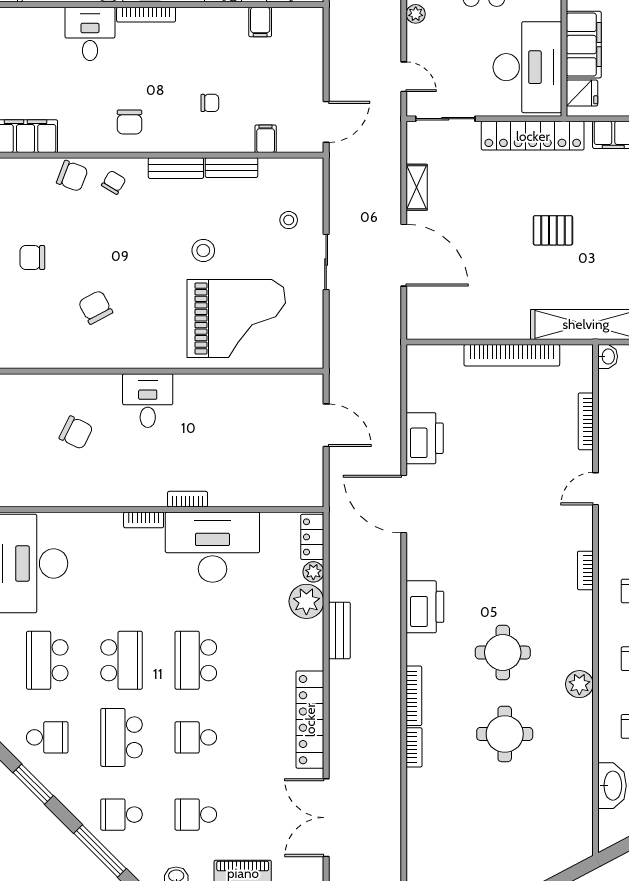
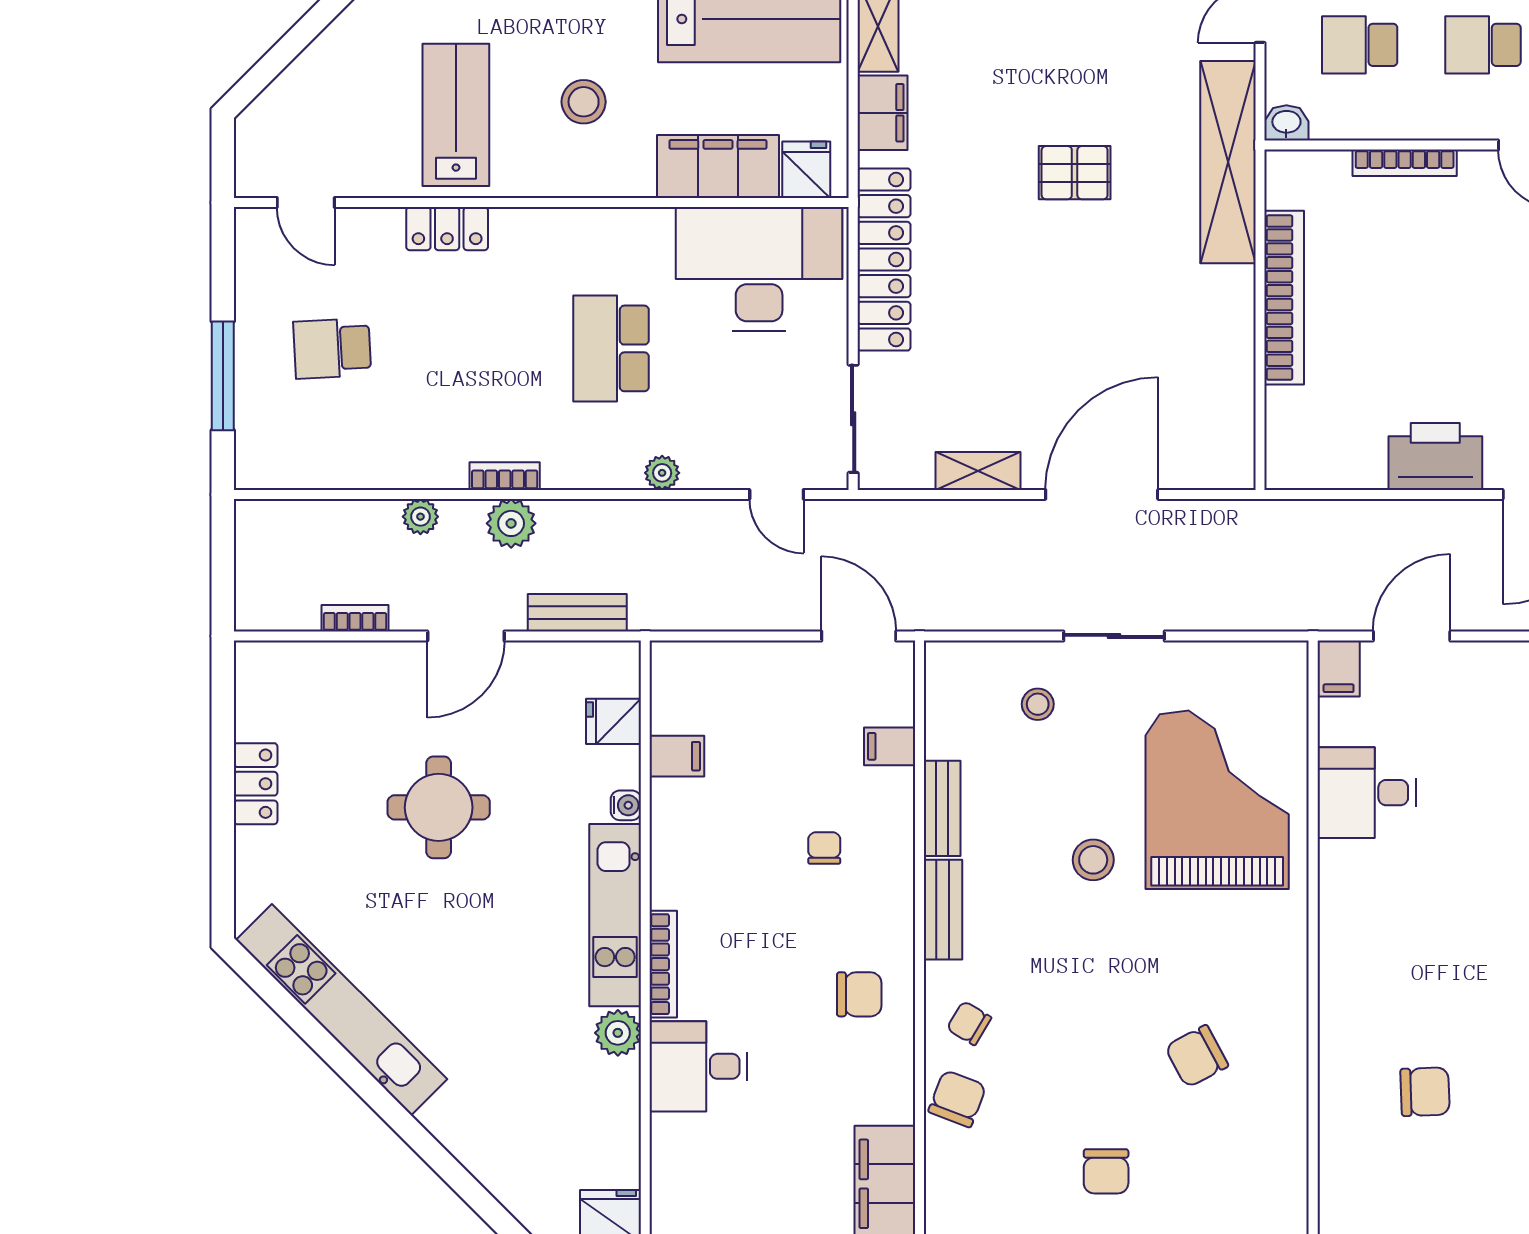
door: (404, 77) -> (777, 494), swing flipped
pallet: (553, 230) -> (1075, 173), moved, turned 90
filing cabinet: (308, 385) -> (1339, 669), added
desk: (148, 401) -> (1367, 793), moved
chair: (76, 433) -> (1425, 1092), turned 62

